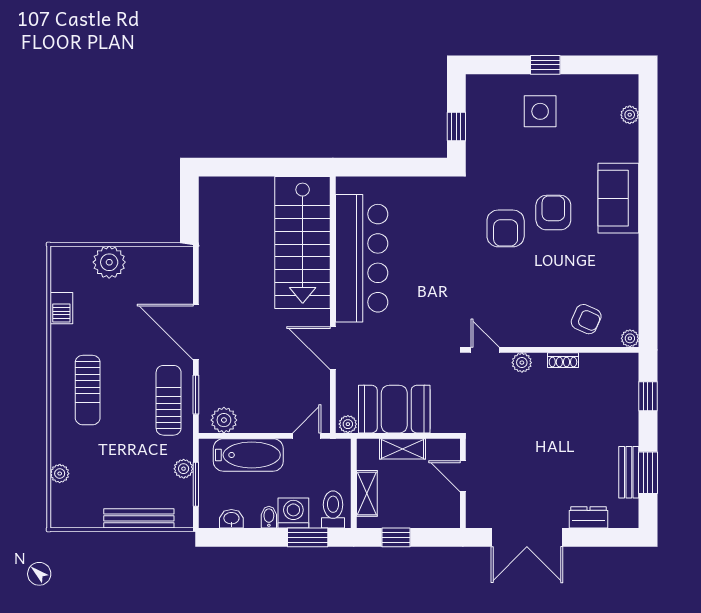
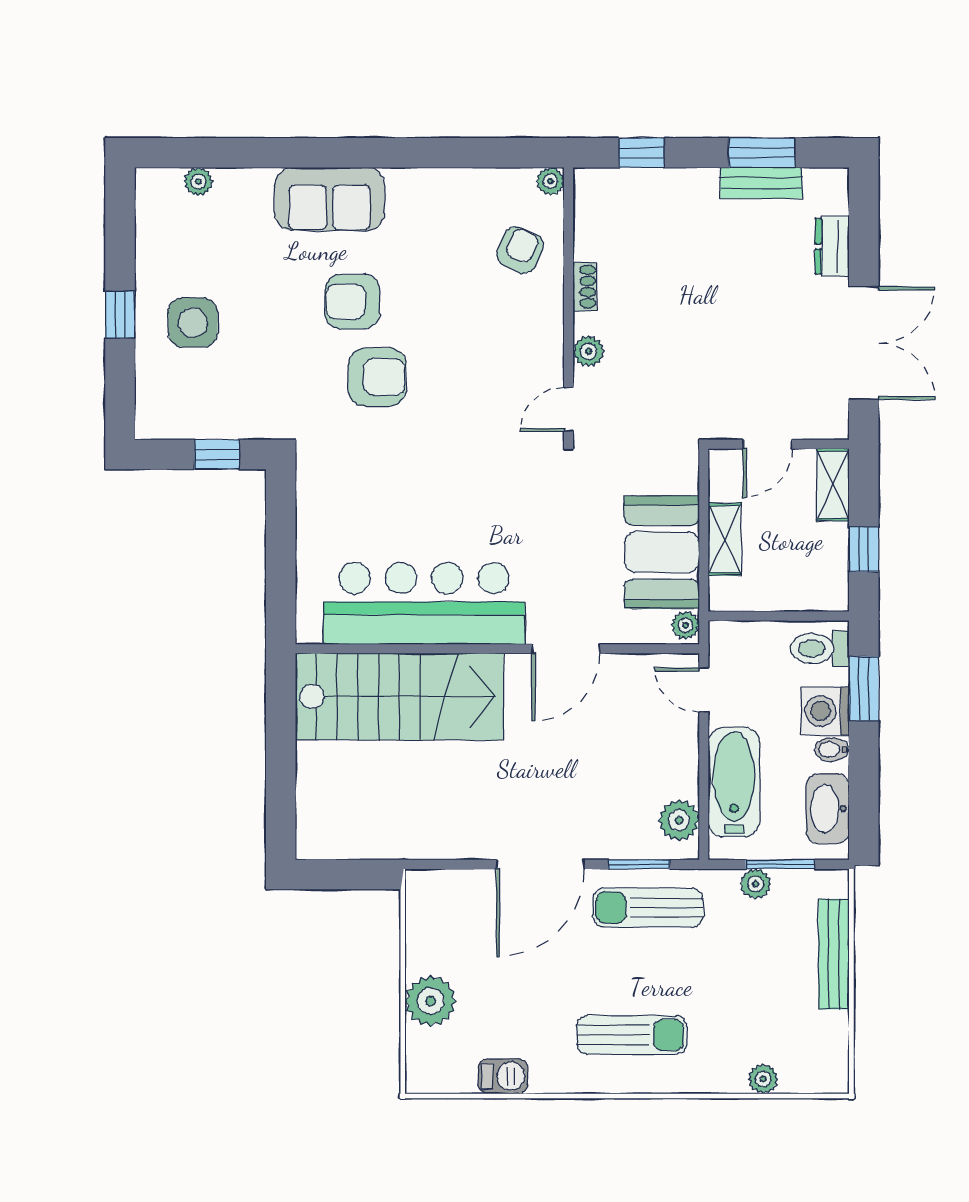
shelving: (367, 493) -> (833, 485), moved, turned 90
washbasin: (231, 519) -> (828, 809), width x1.91, depth x1.45

